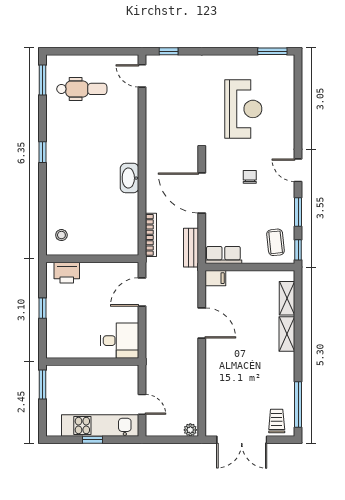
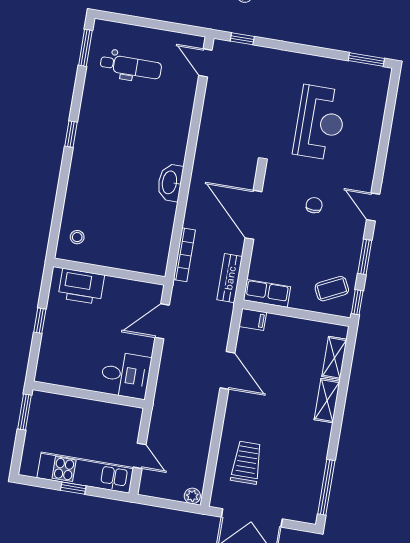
coffee table: (276, 242) -> (332, 289), turned 70
printer: (67, 273) -> (81, 286), width x1.37, depth x1.19
trolley: (277, 421) -> (247, 463), moved, width x1.36, depth x1.39

